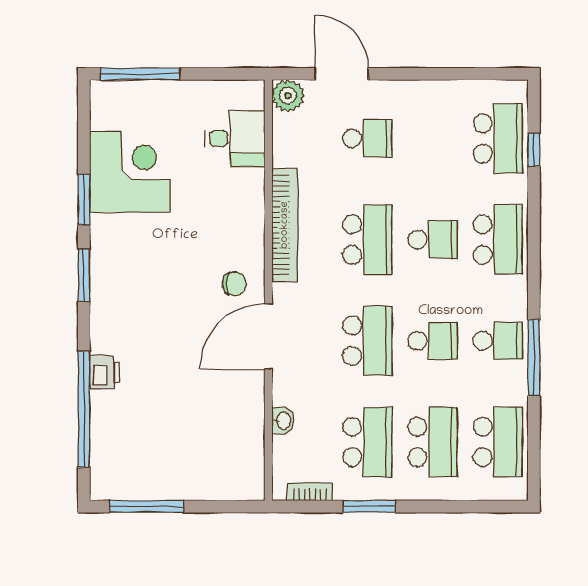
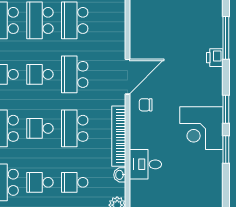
school desk: (433, 138) -> (40, 182), added
desk: (235, 139) -> (145, 164), moved
corner desk: (130, 172) -> (201, 128), moved
window: (84, 409) -> (226, 38), width x0.68
washbasin: (283, 421) -> (120, 175), moved

